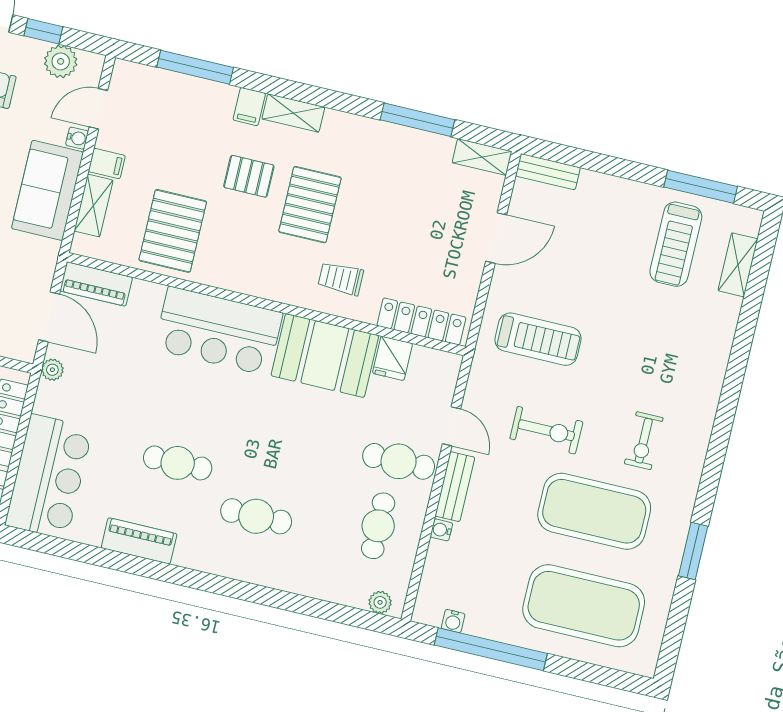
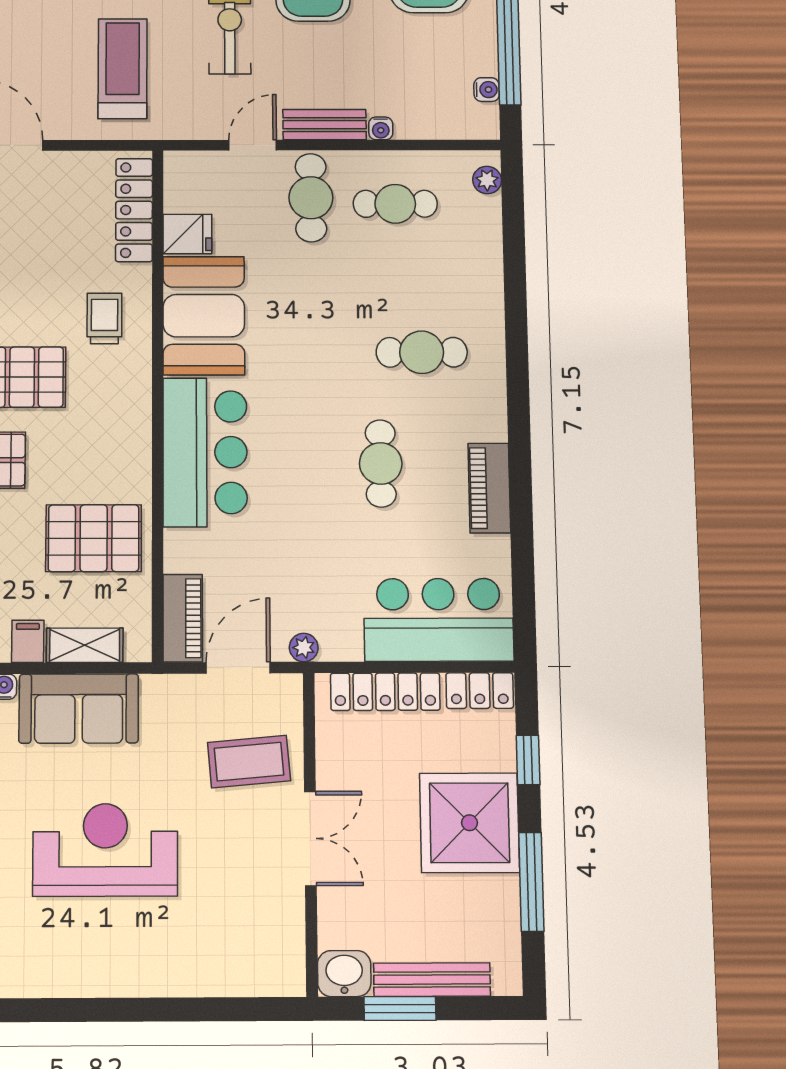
trolley: (341, 279) -> (104, 319), turned 180
cafe table: (256, 516) -> (422, 352), turned 90

